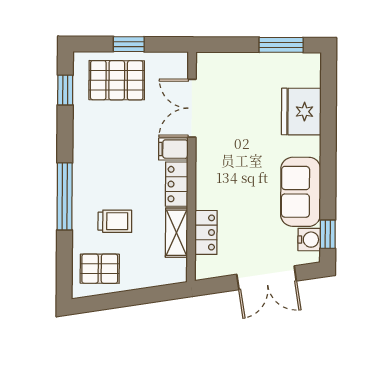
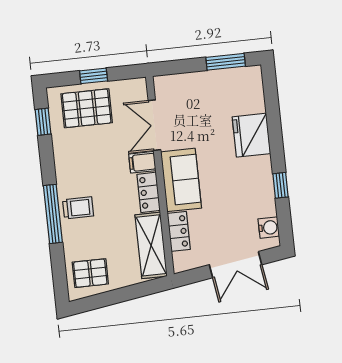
fridge: (301, 112) -> (251, 135), moved
sofa: (301, 192) -> (181, 180), moved, turned 180
trolley: (115, 221) -> (78, 208), moved
shelving: (176, 233) -> (151, 245), width x1.50, depth x1.33
window: (328, 234) -> (281, 185), moved

